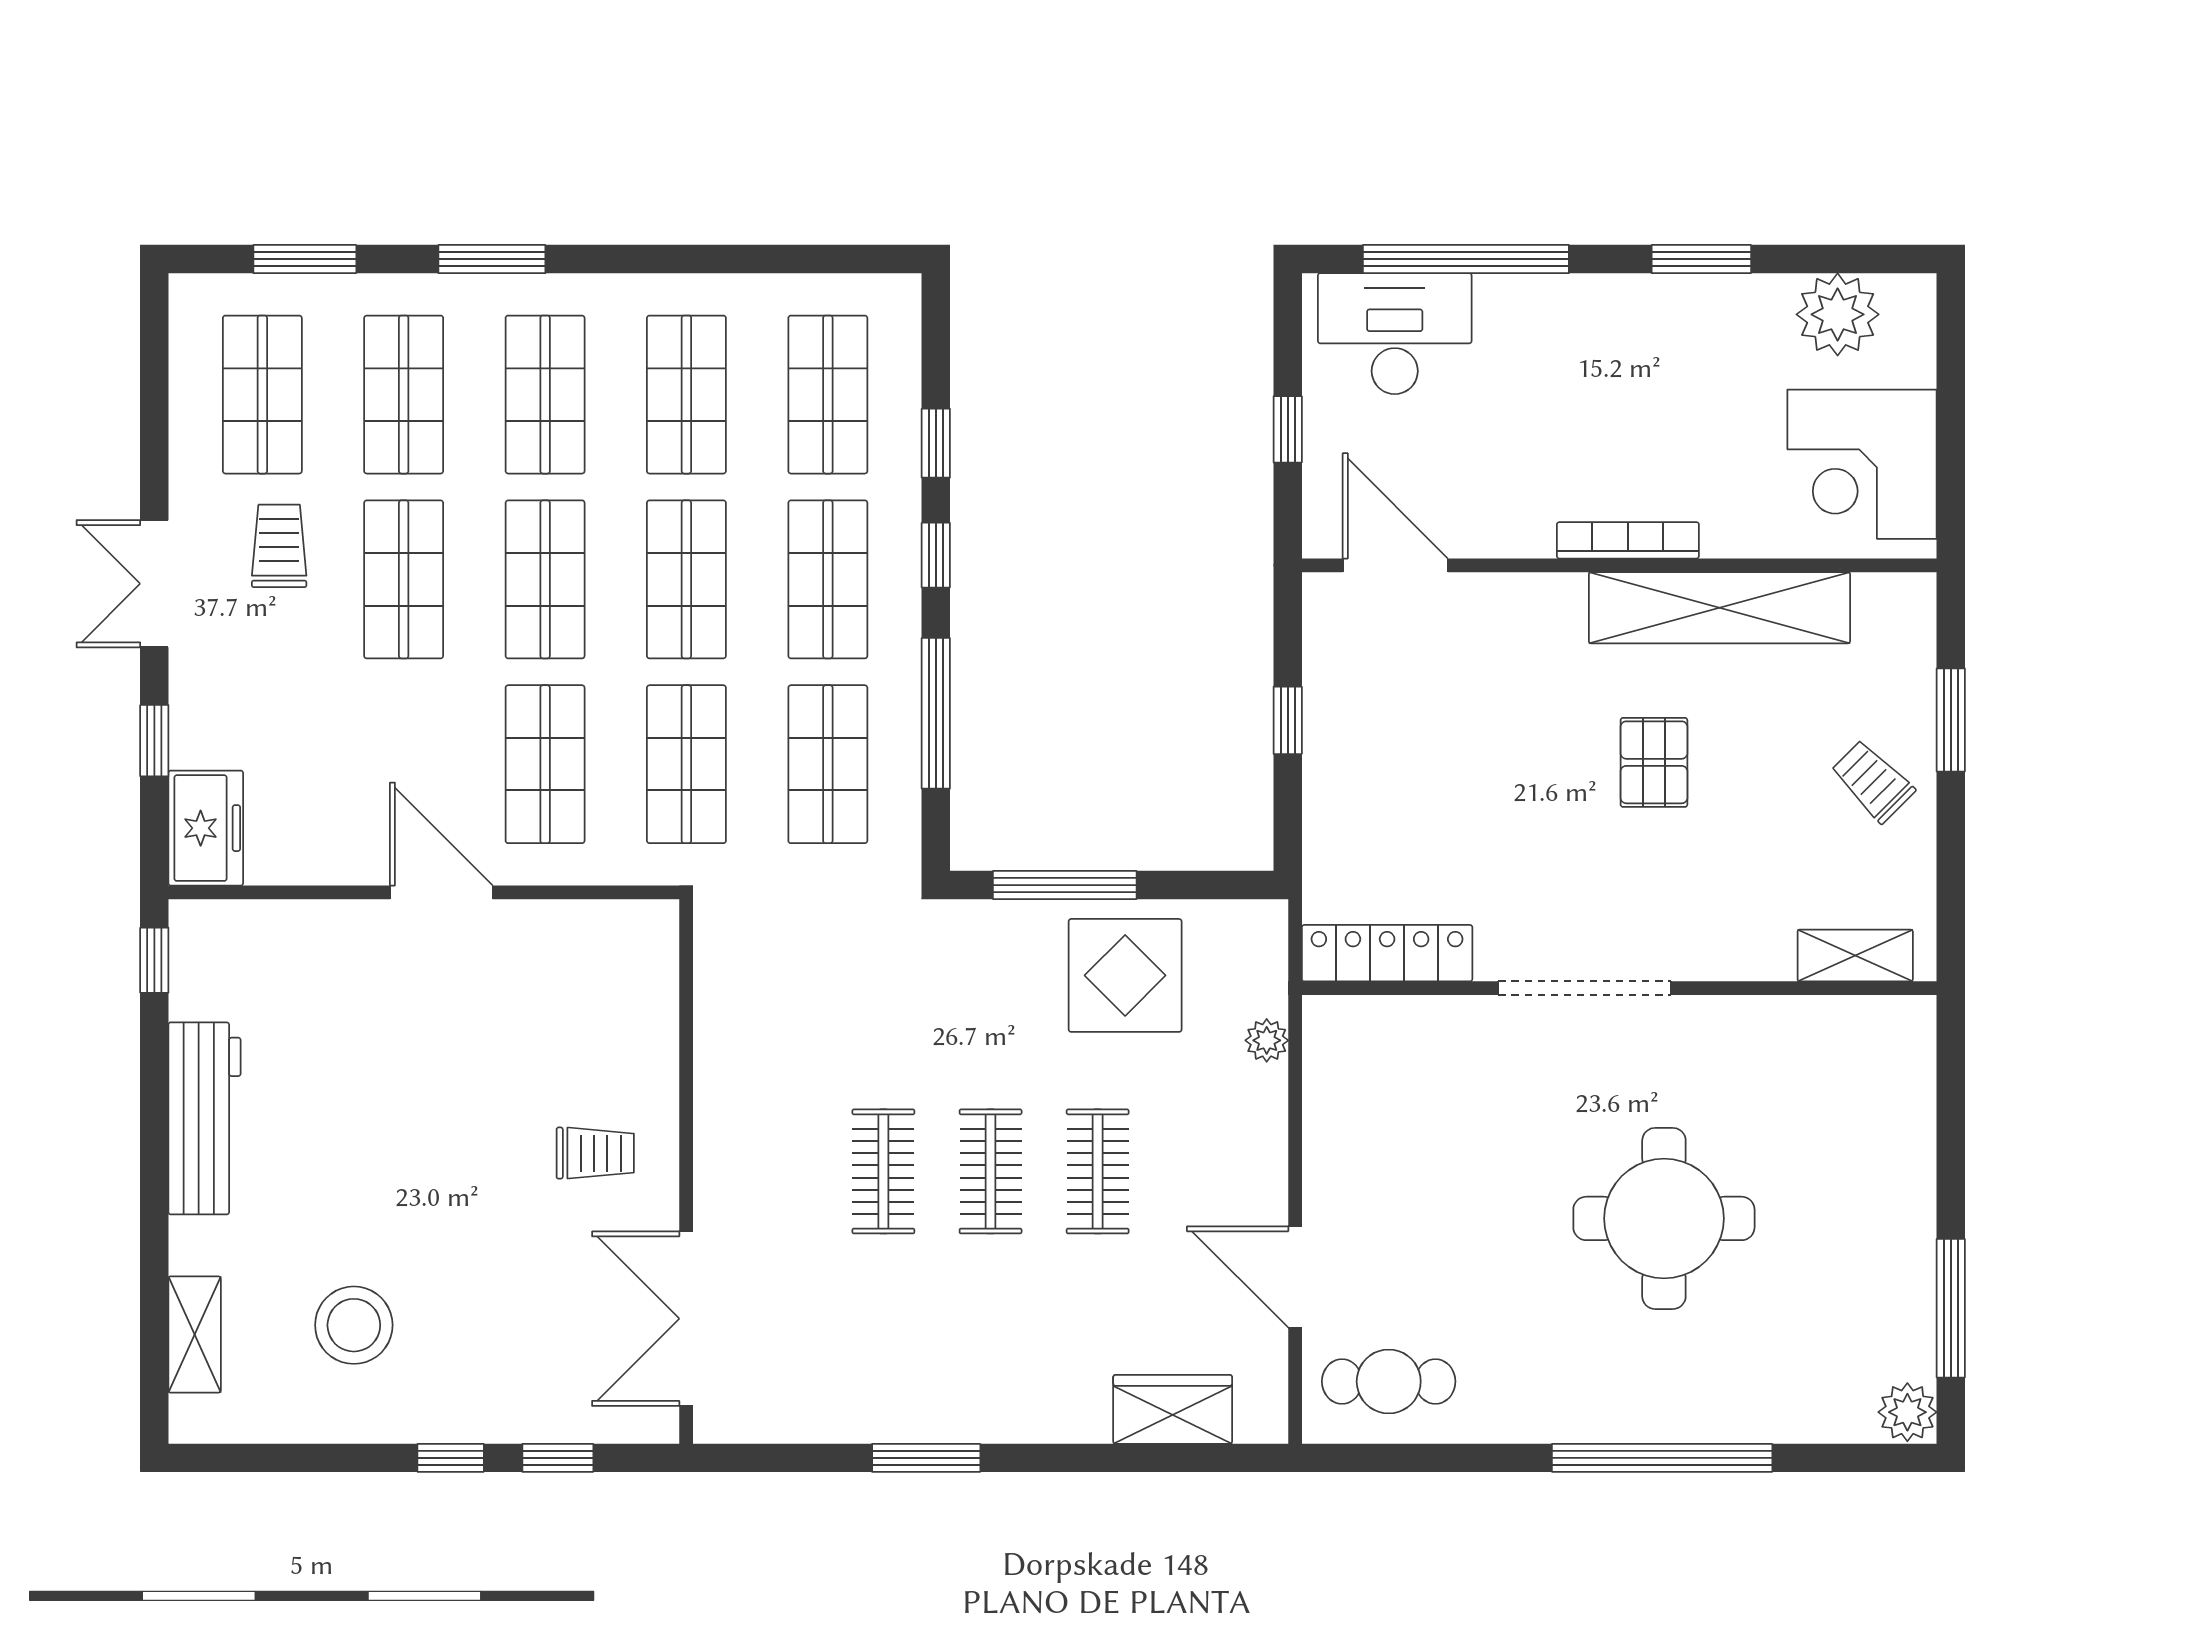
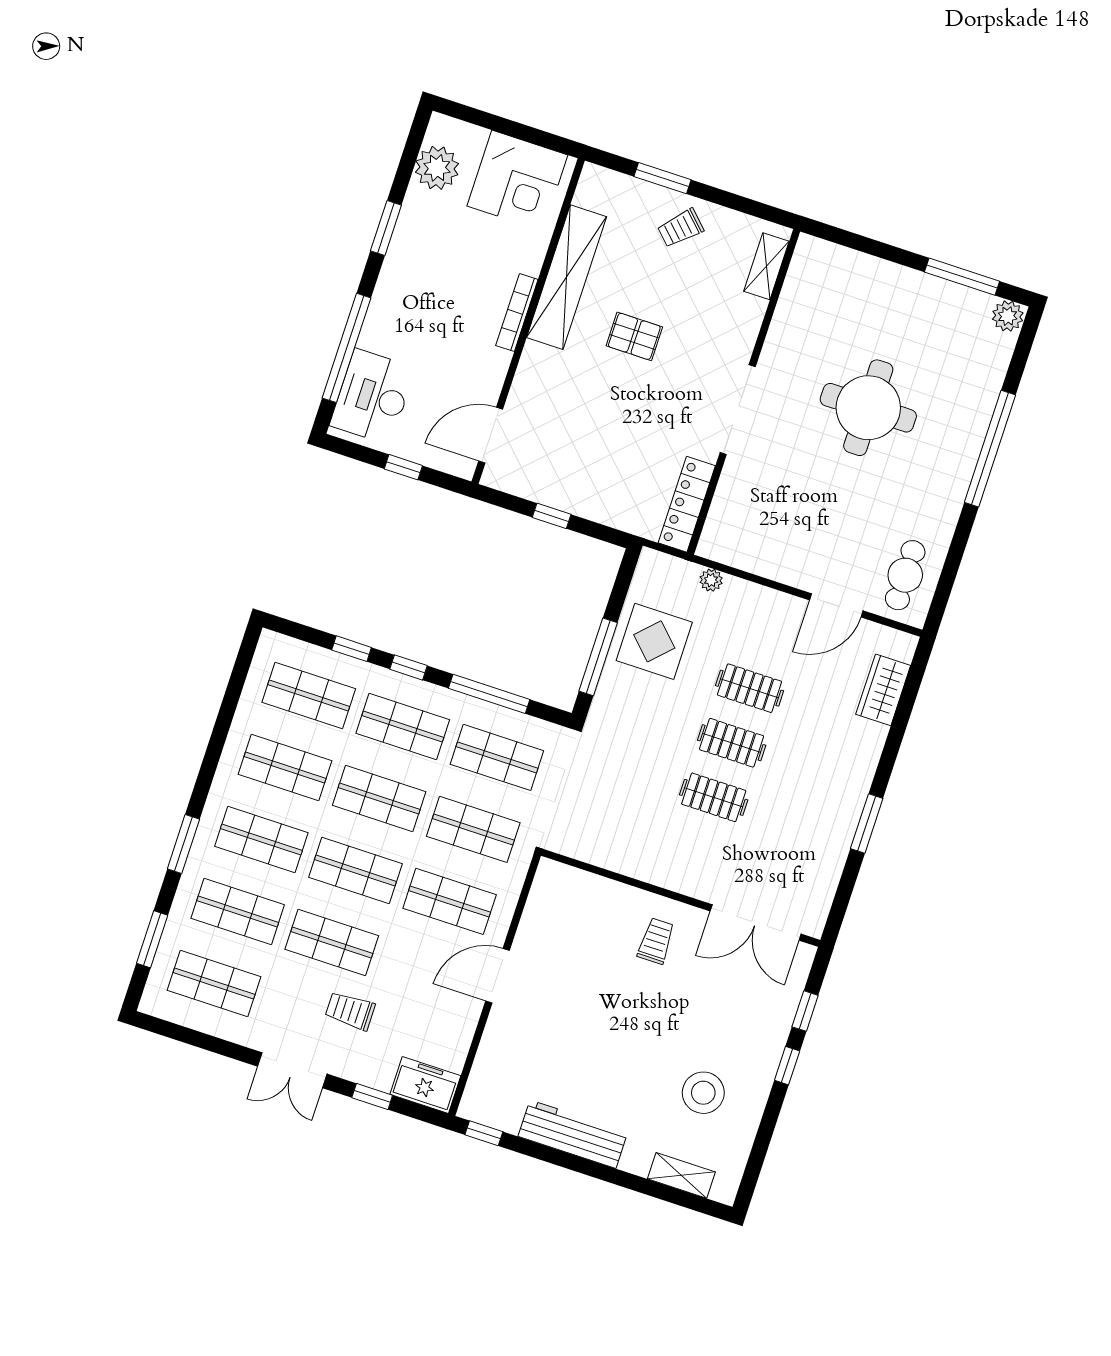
trolley: (279, 546) -> (350, 1011), moved

